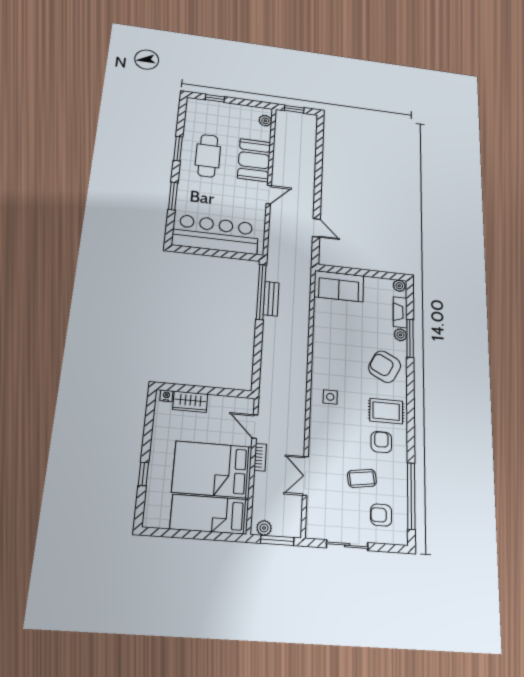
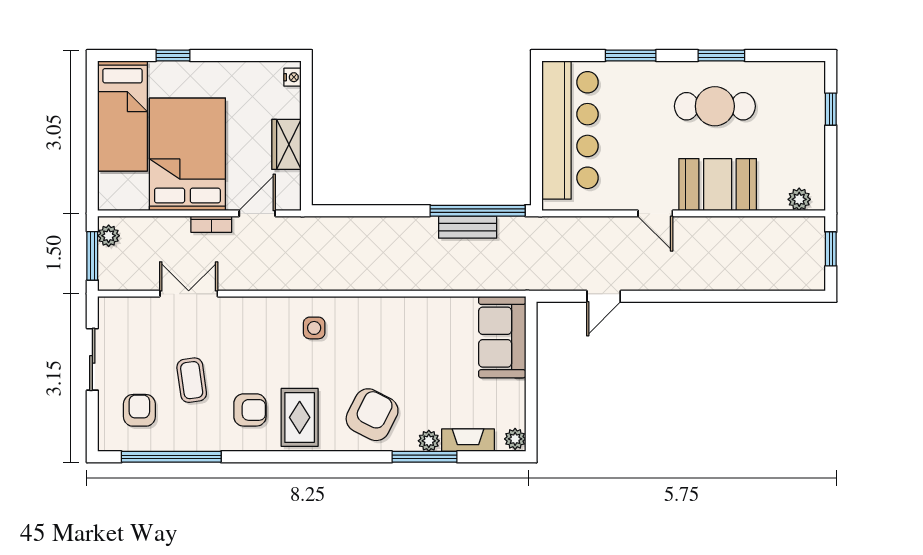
wardrobe: (190, 402) -> (286, 144), moved
bed: (210, 514) -> (122, 116), moved, turned 180

